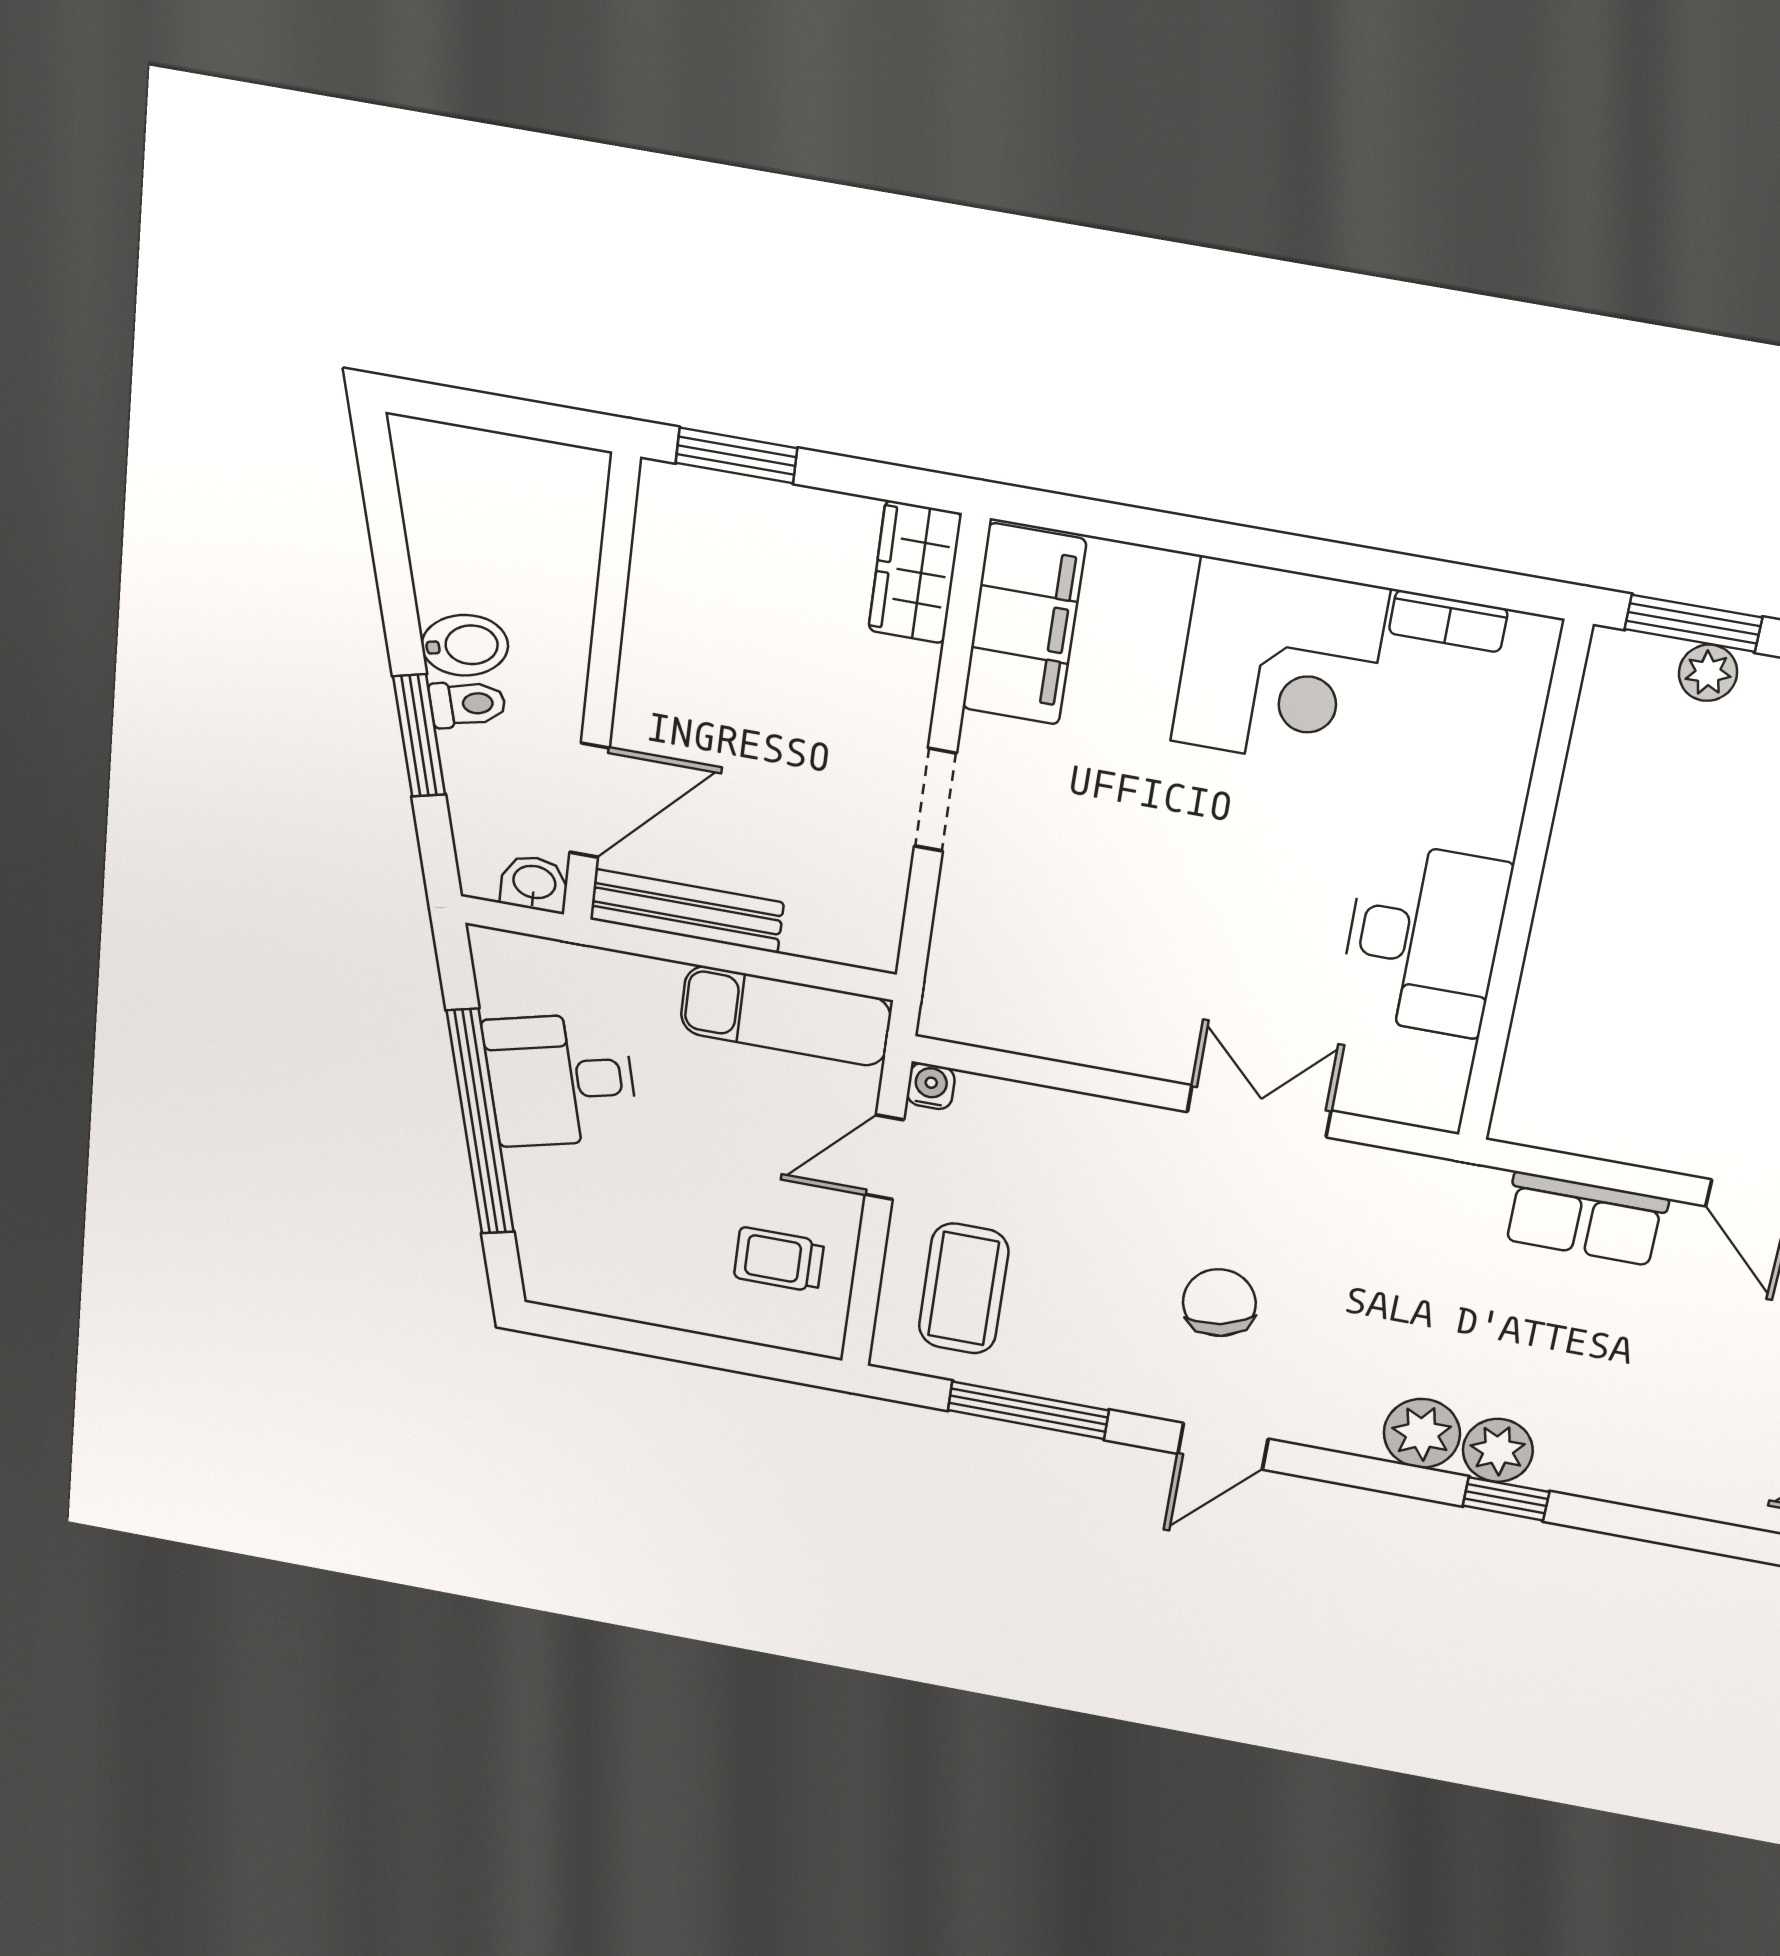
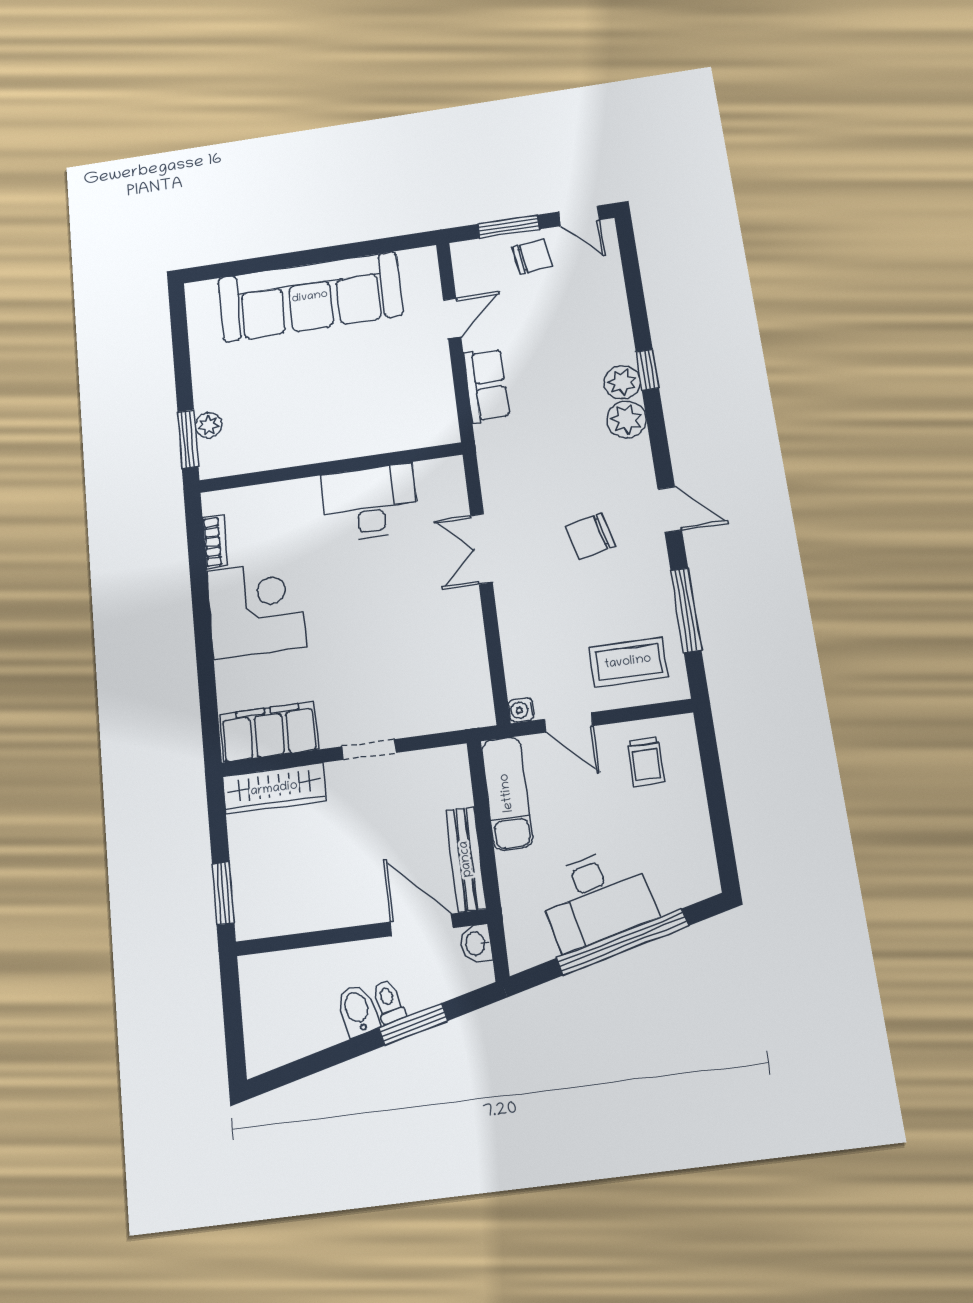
wardrobe: (915, 572) -> (274, 789), width x1.50
desk: (561, 1080) -> (596, 898), width x1.37

